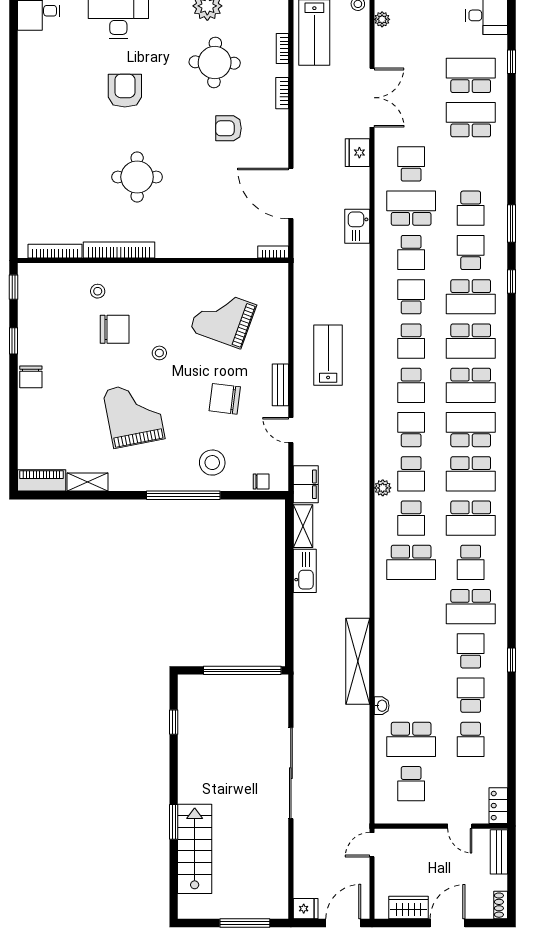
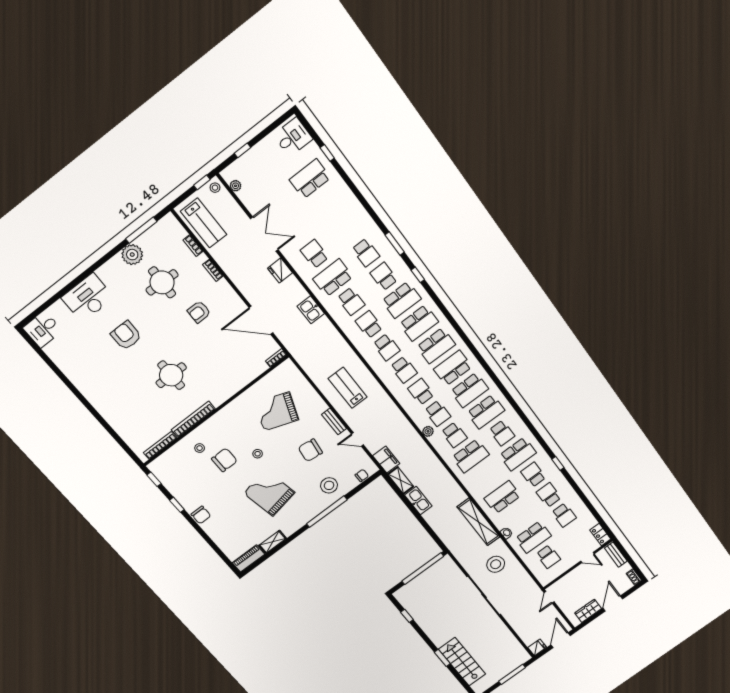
school desk: (471, 120) -> (502, 497), moved
stool: (337, 740) -> (496, 564), added

